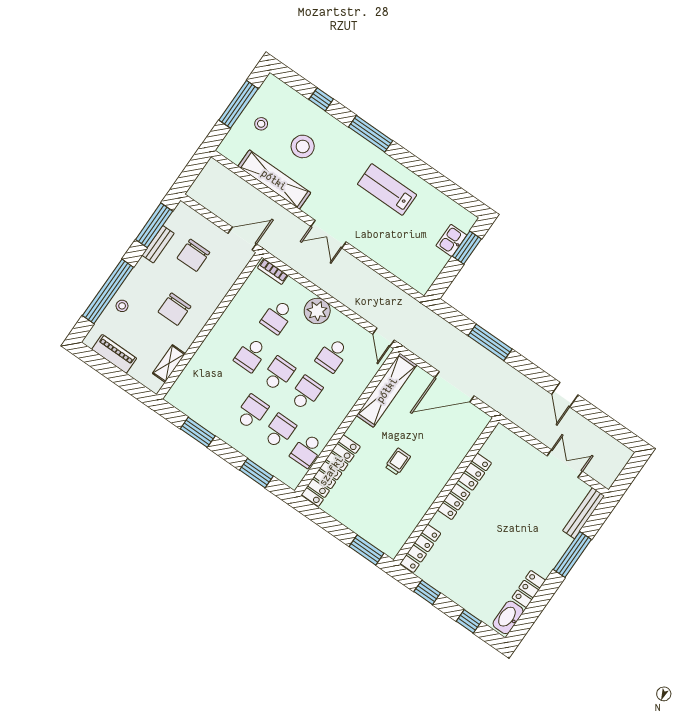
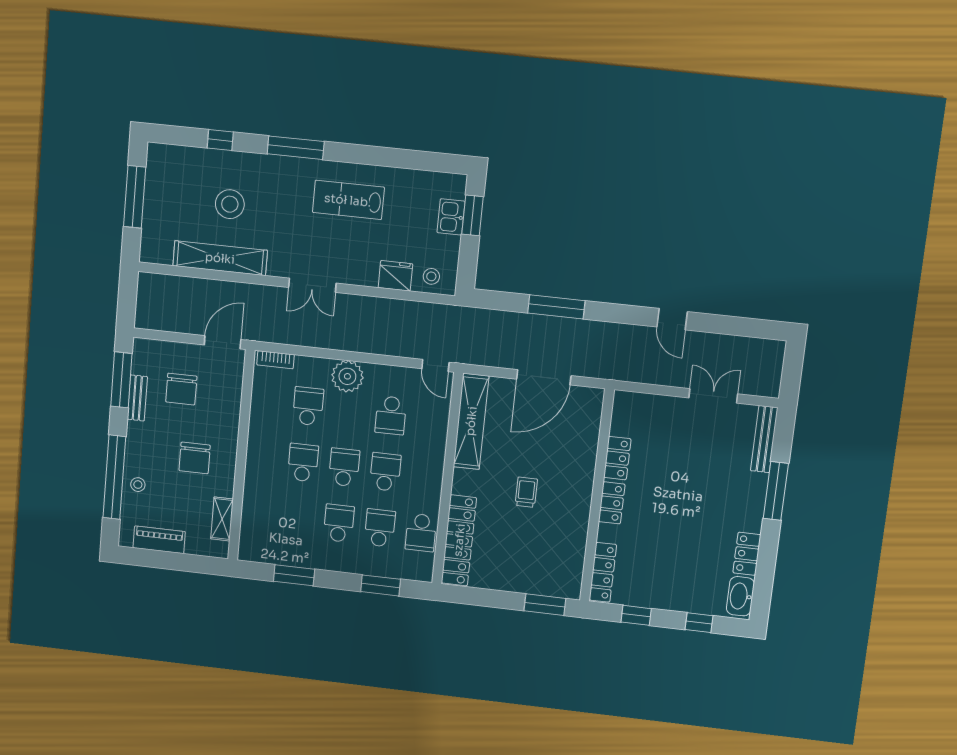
stool: (261, 124) -> (431, 276), moved
fridge: (390, 260) -> (395, 276), added
school desk: (277, 317) -> (308, 406), turned 180
school desk: (251, 355) -> (303, 463), turned 180

